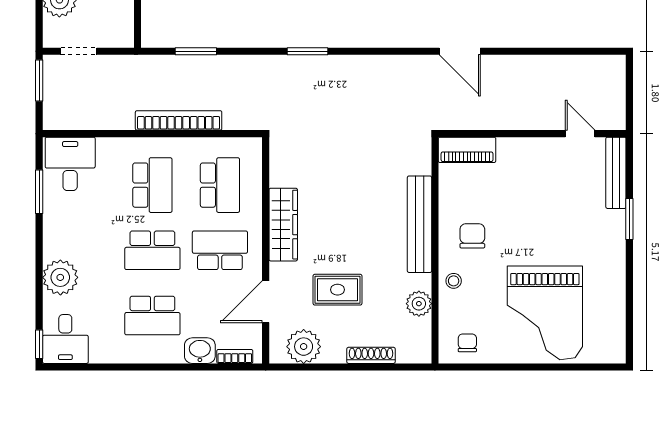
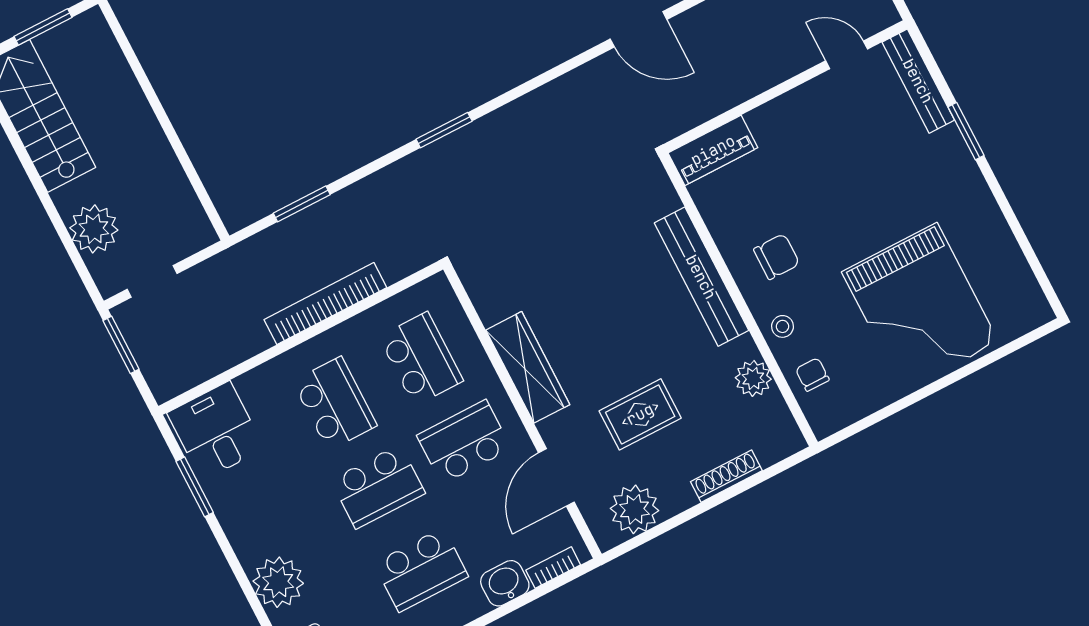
chair: (472, 236) -> (777, 257), turned 90
chair: (467, 343) -> (812, 375), moved

